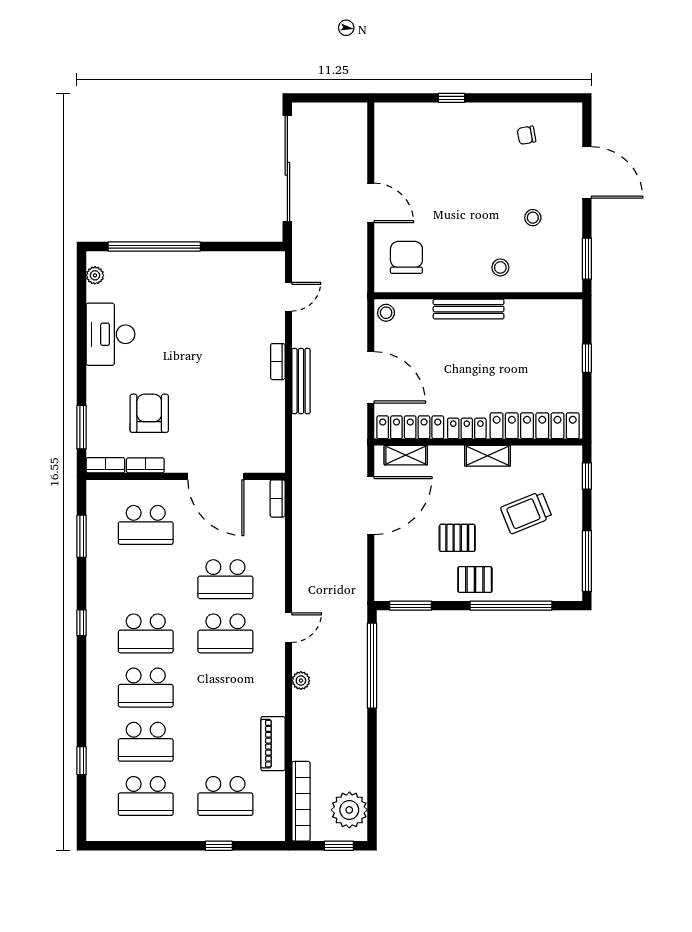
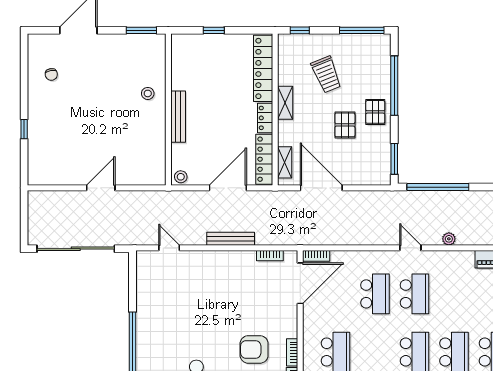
stool: (533, 218) -> (111, 70), removed
chair: (406, 257) -> (140, 162), removed
bookcase: (278, 362) -> (270, 256), moved
door: (216, 476) -> (300, 283), moved

